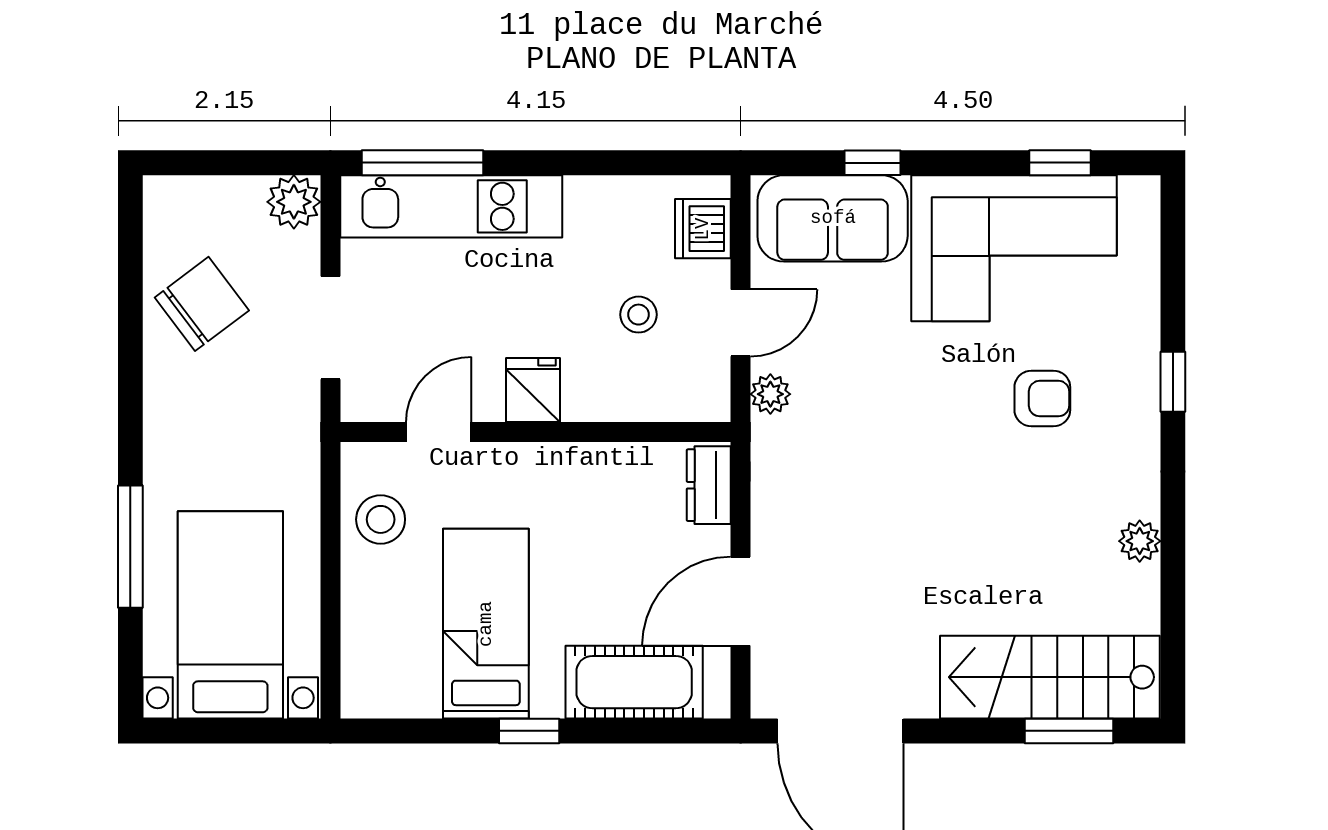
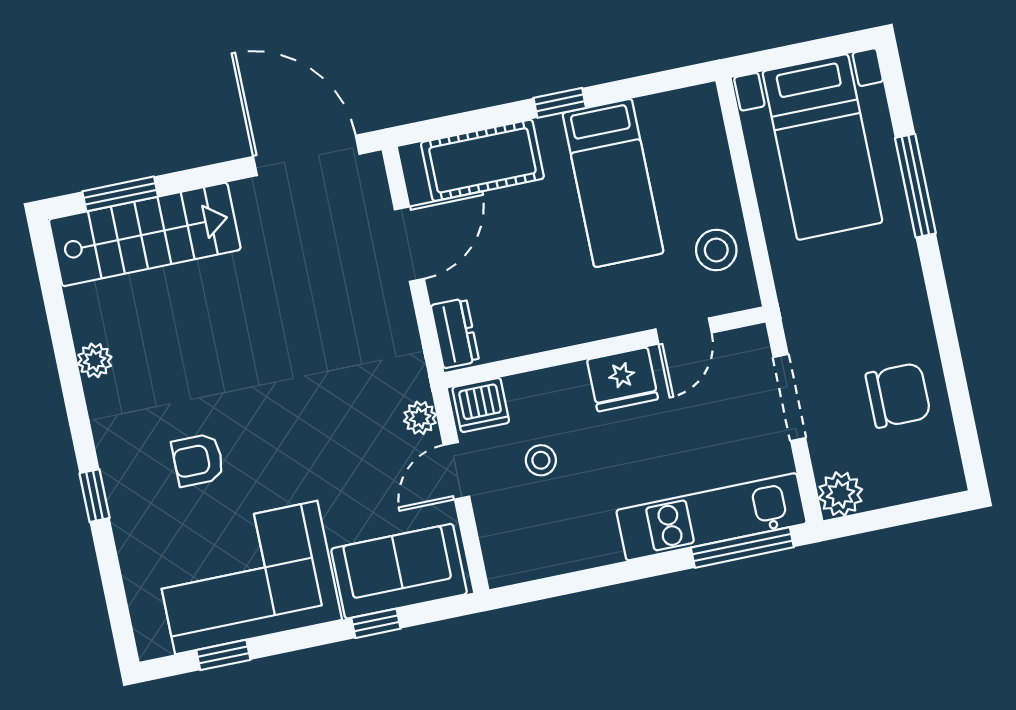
dishwasher: (703, 229) -> (481, 405), moved, turned 90
chair: (202, 304) -> (898, 395), turned -143
fridge: (533, 390) -> (622, 379), width x1.38

